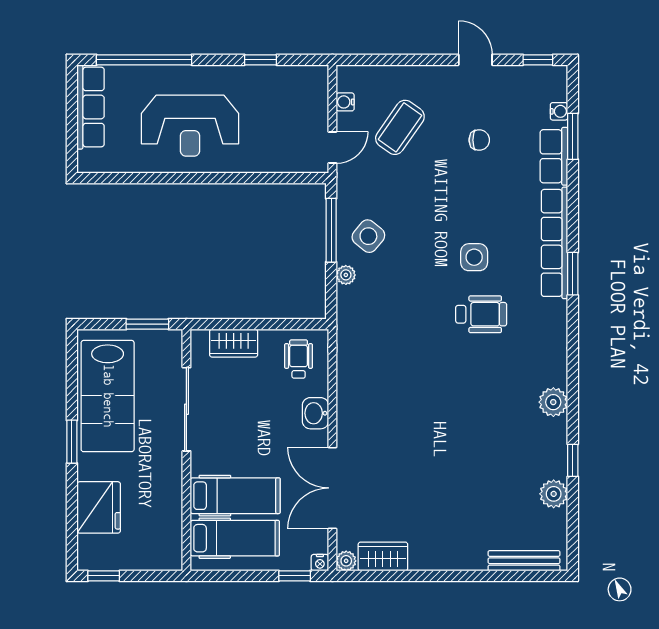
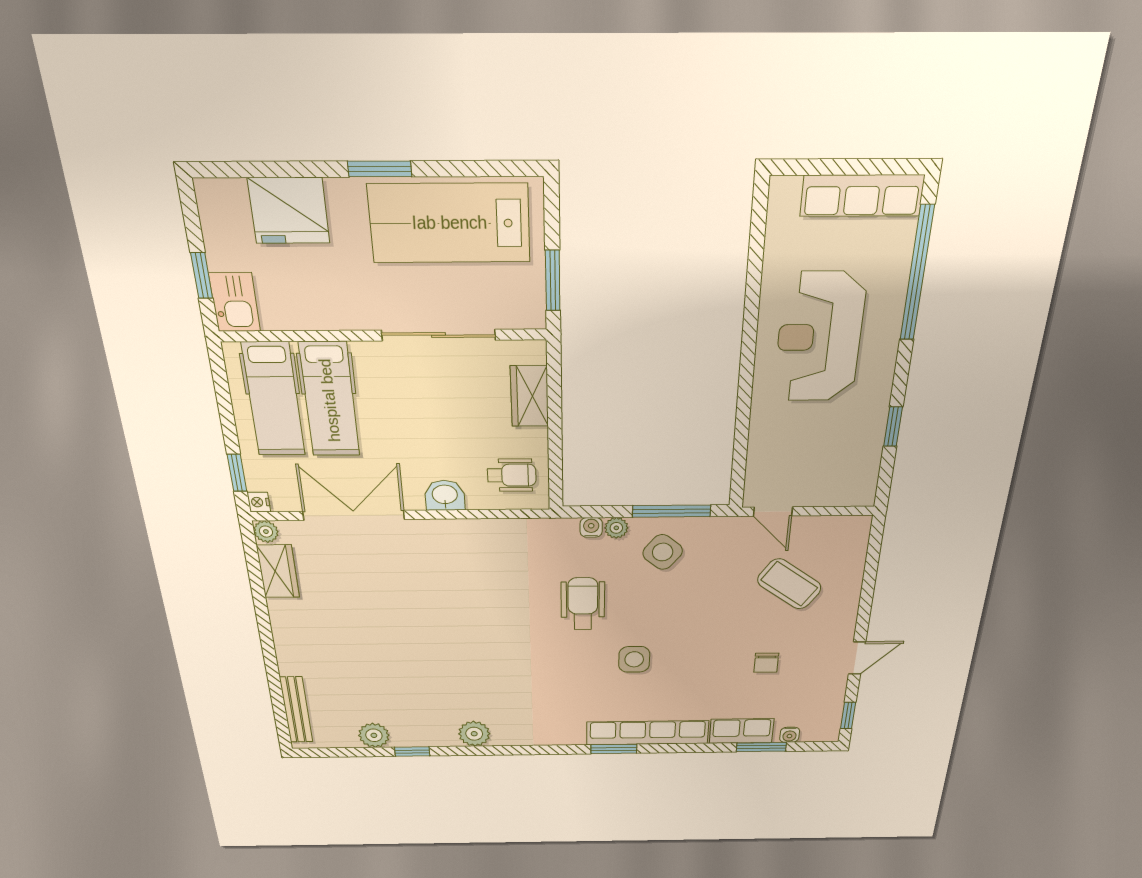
water cooler: (345, 102) -> (591, 527), moved
wheelchair: (481, 314) -> (583, 604), moved, turned 180
kitchen sink: (161, 555) -> (235, 302), added
window: (104, 576) -> (202, 275), moved

